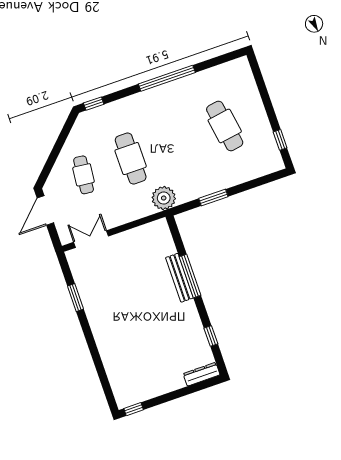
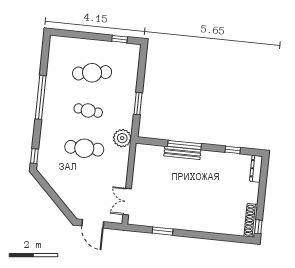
cafe table: (84, 175) -> (88, 110), moved
shoe rack: (137, 396) -> (251, 220), added

